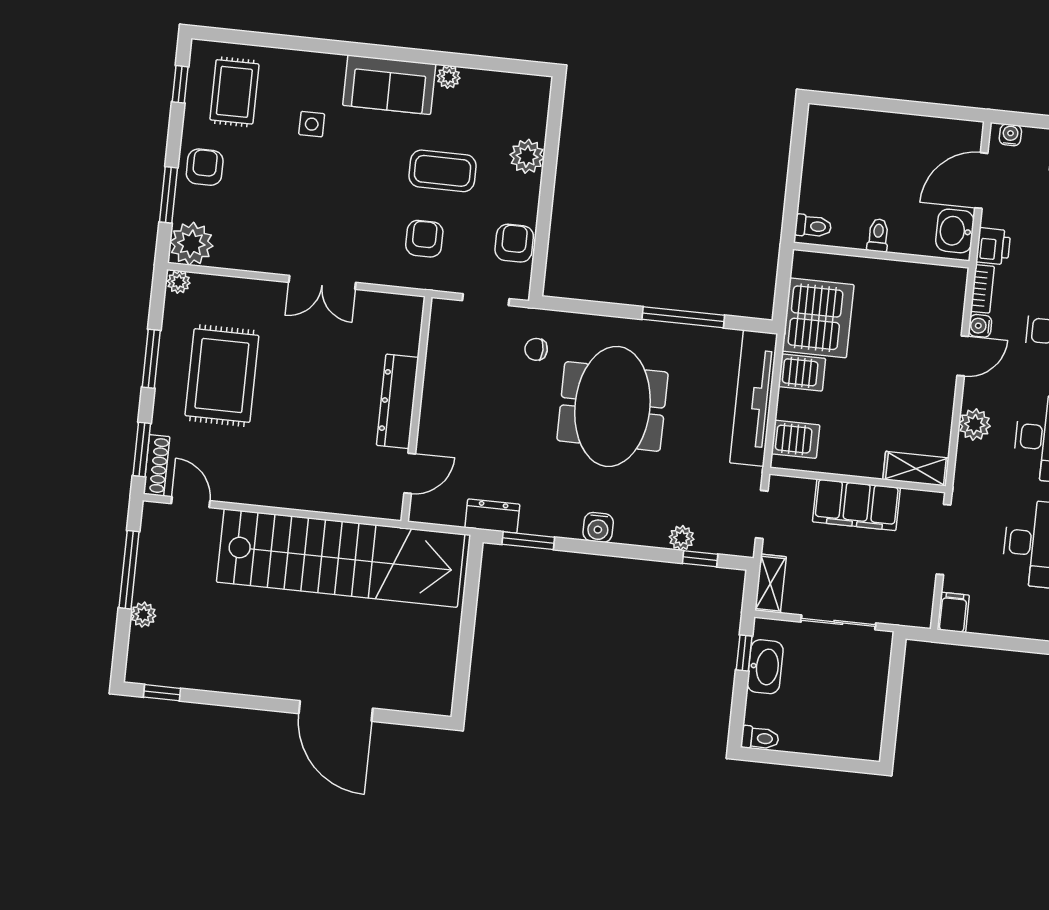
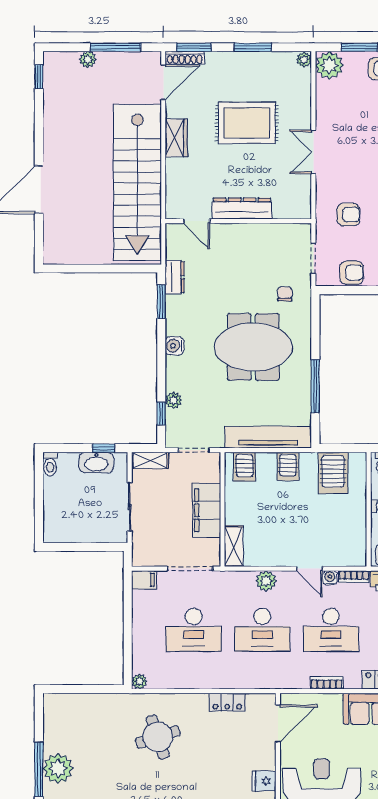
server rack: (818, 318) -> (333, 473), width x0.62
rug: (222, 376) -> (247, 123), moved
wardrobe: (278, 491) -> (176, 138), added
door: (191, 502) -> (163, 82), width x1.38

